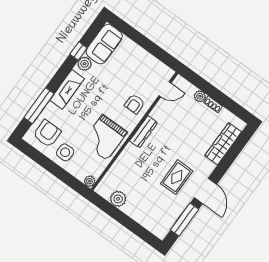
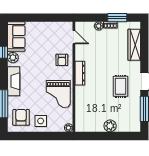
door: (165, 89) -> (74, 37), hinge flipped
window: (226, 102) -> (117, 18), added
plant: (118, 199) -> (110, 126), moved

